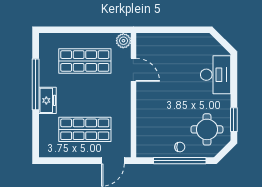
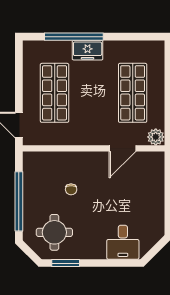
desk: (216, 75) -> (123, 242), width x0.73
window: (36, 84) -> (74, 37), moved
chair: (180, 147) -> (71, 189), moved

